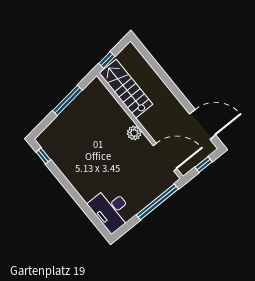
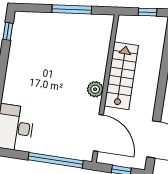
window: (107, 60) -> (147, 12), moved
stairs: (126, 89) -> (121, 76), moved

